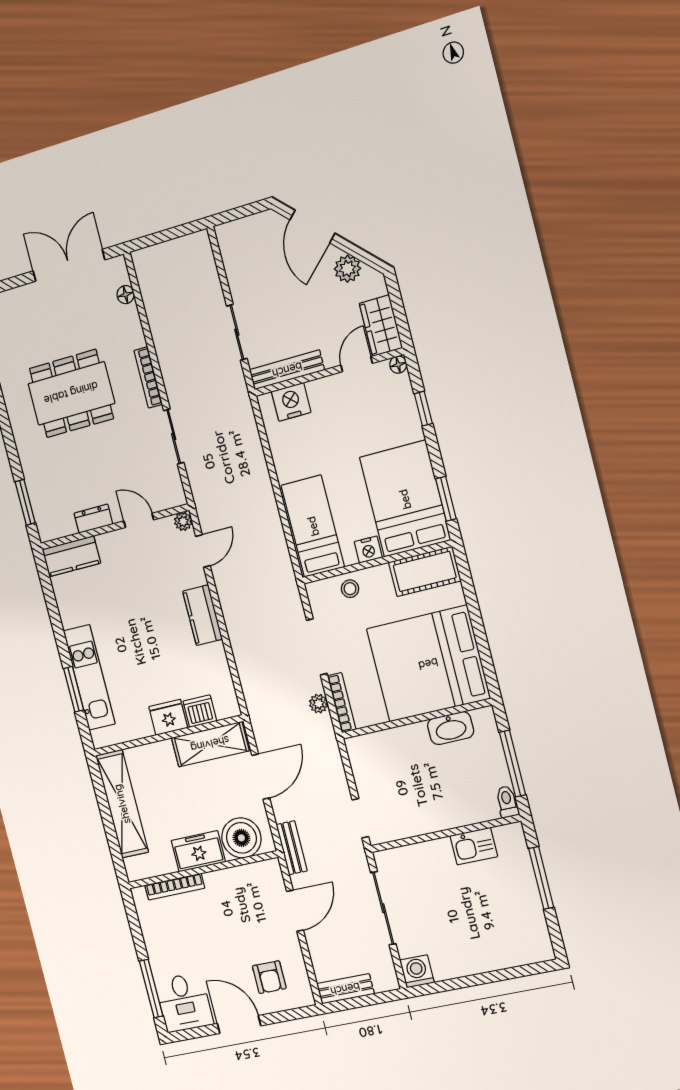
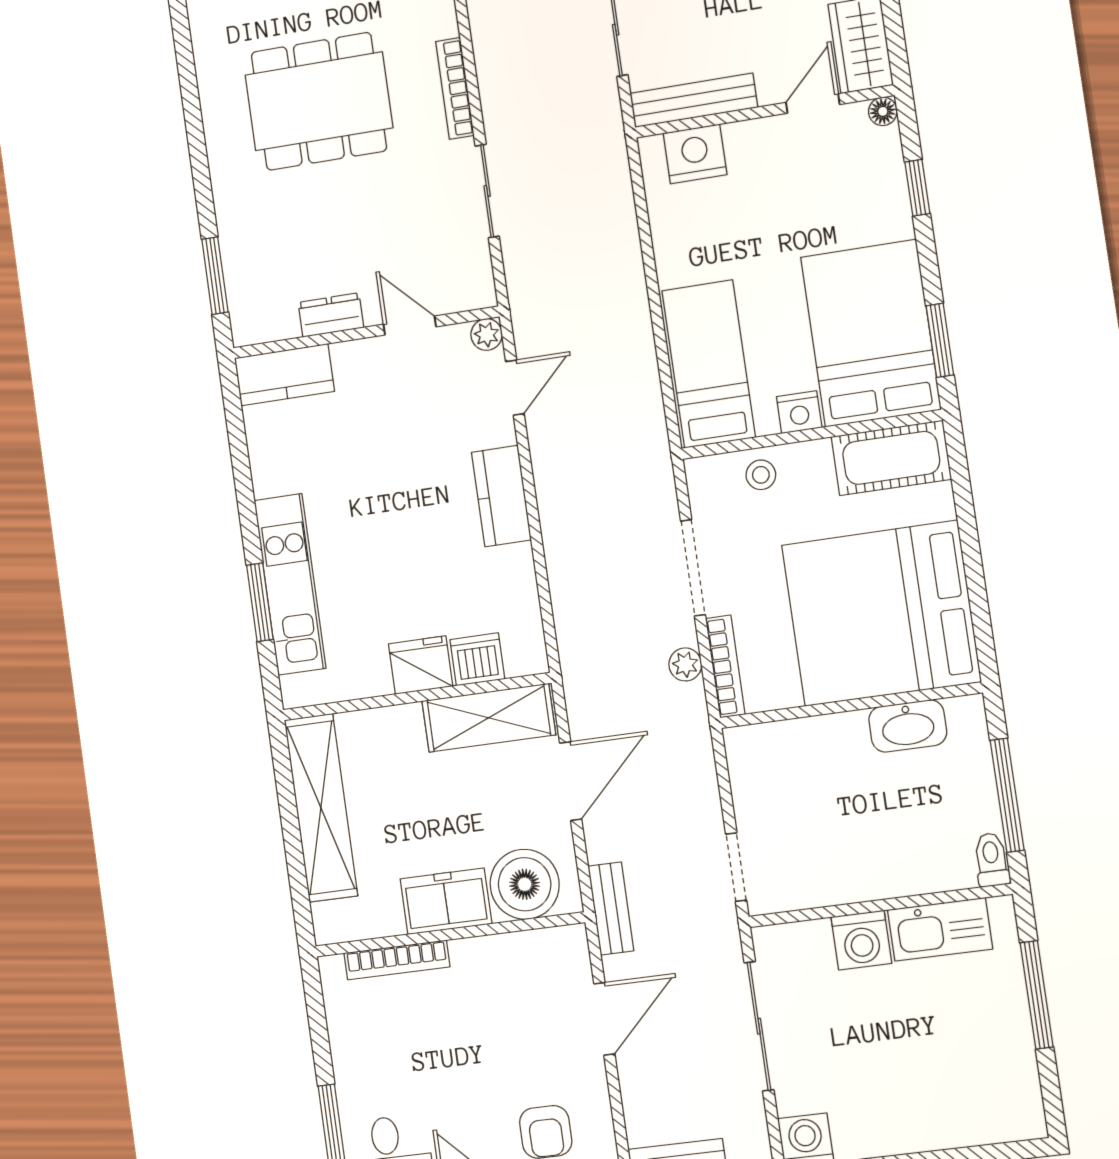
kitchen sink: (474, 846) -> (940, 929), width x1.38
washing machine: (437, 854) -> (861, 940), added

